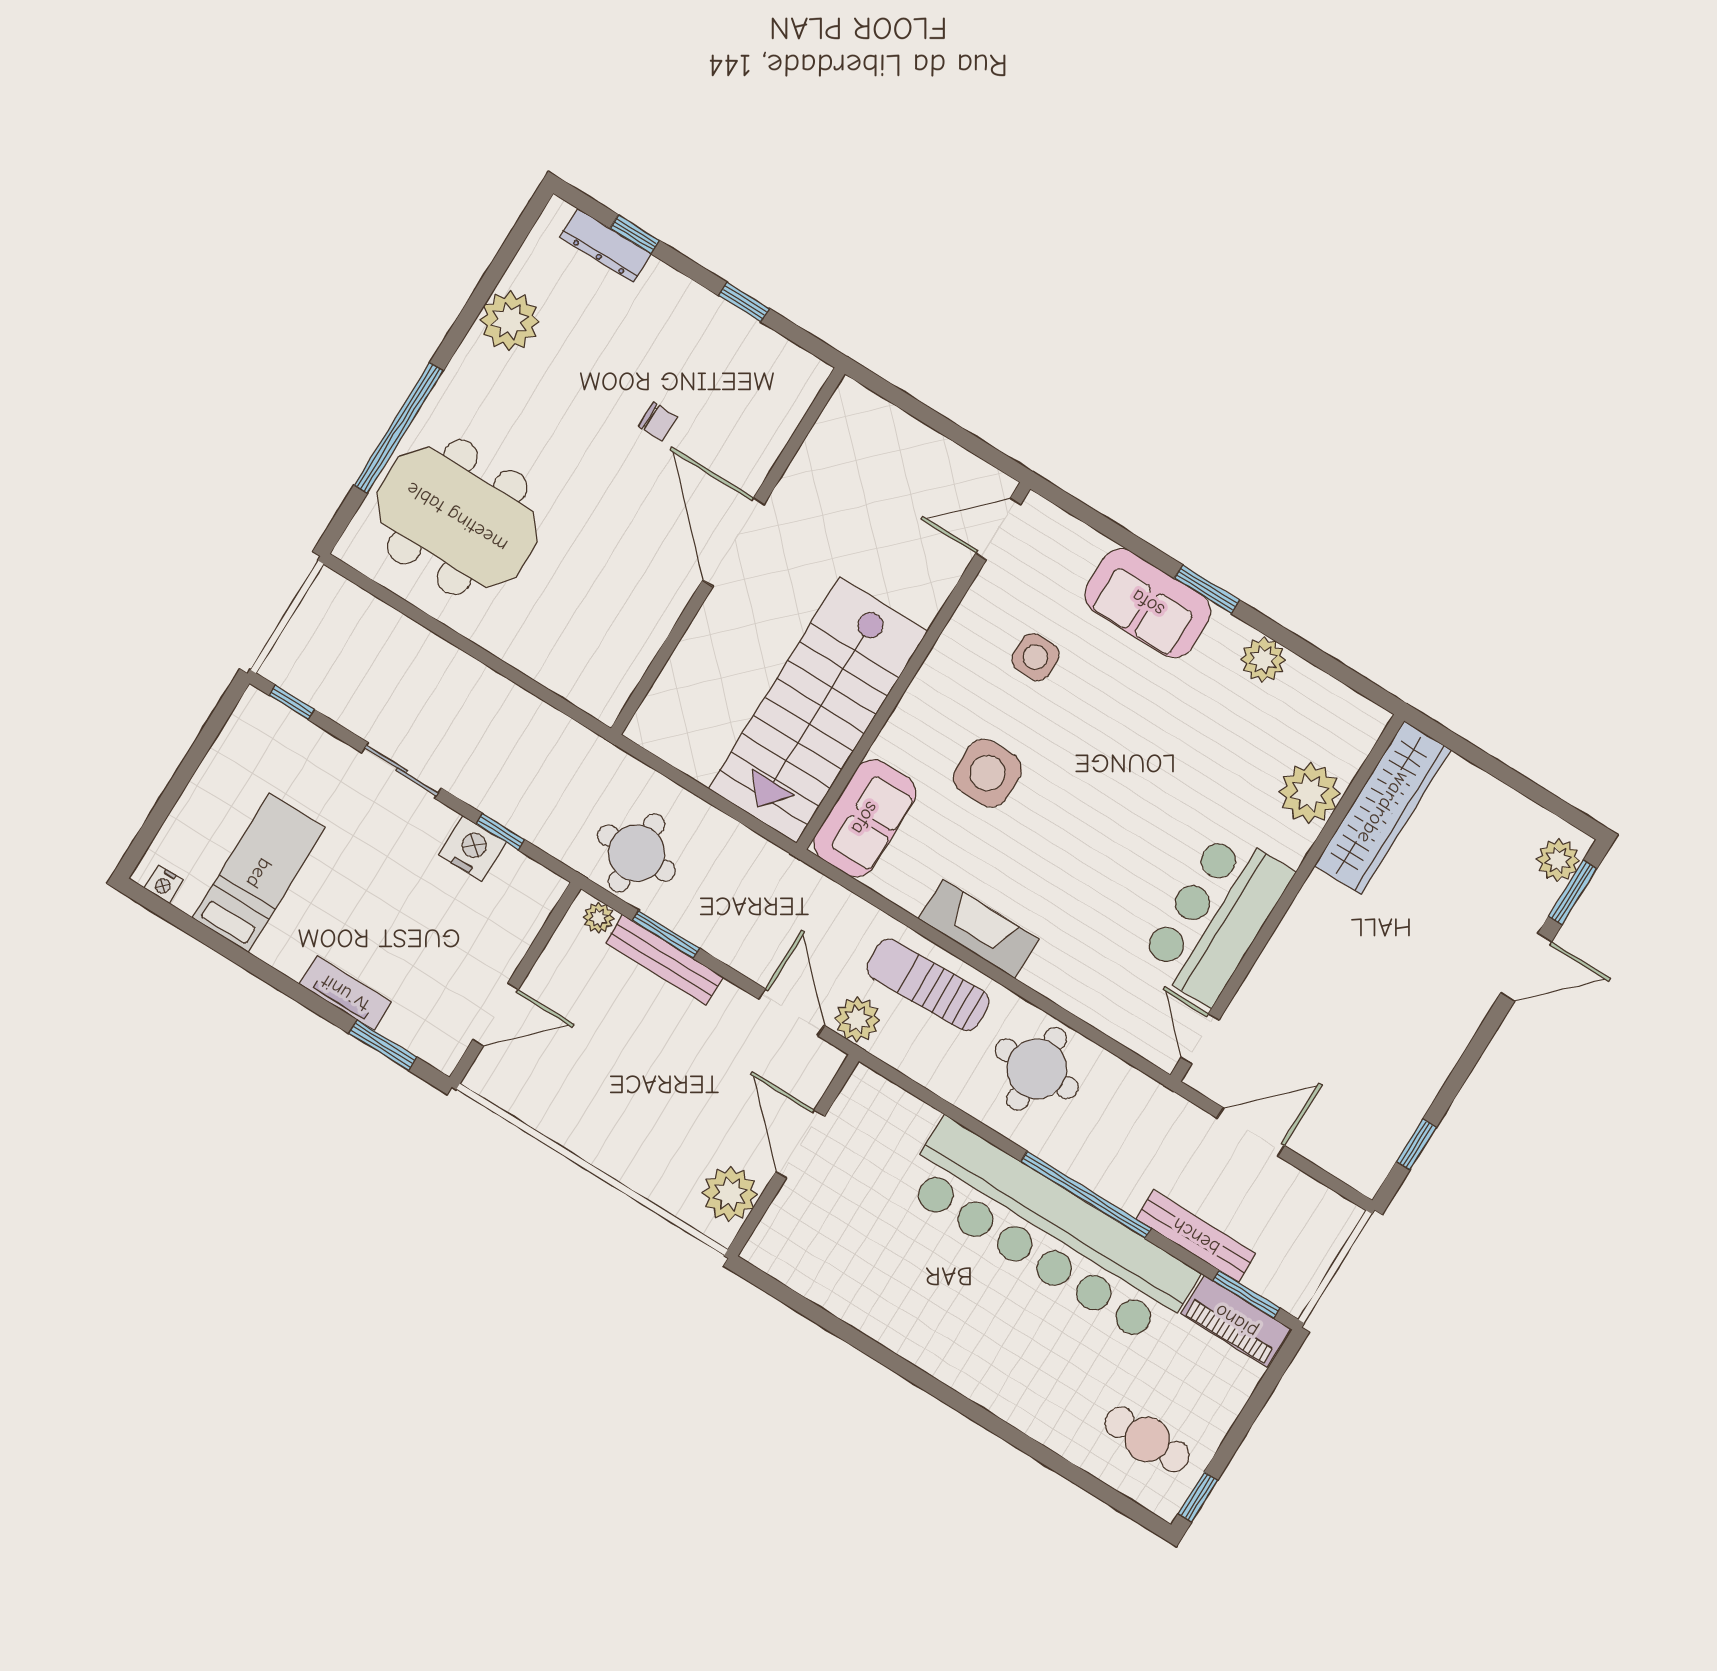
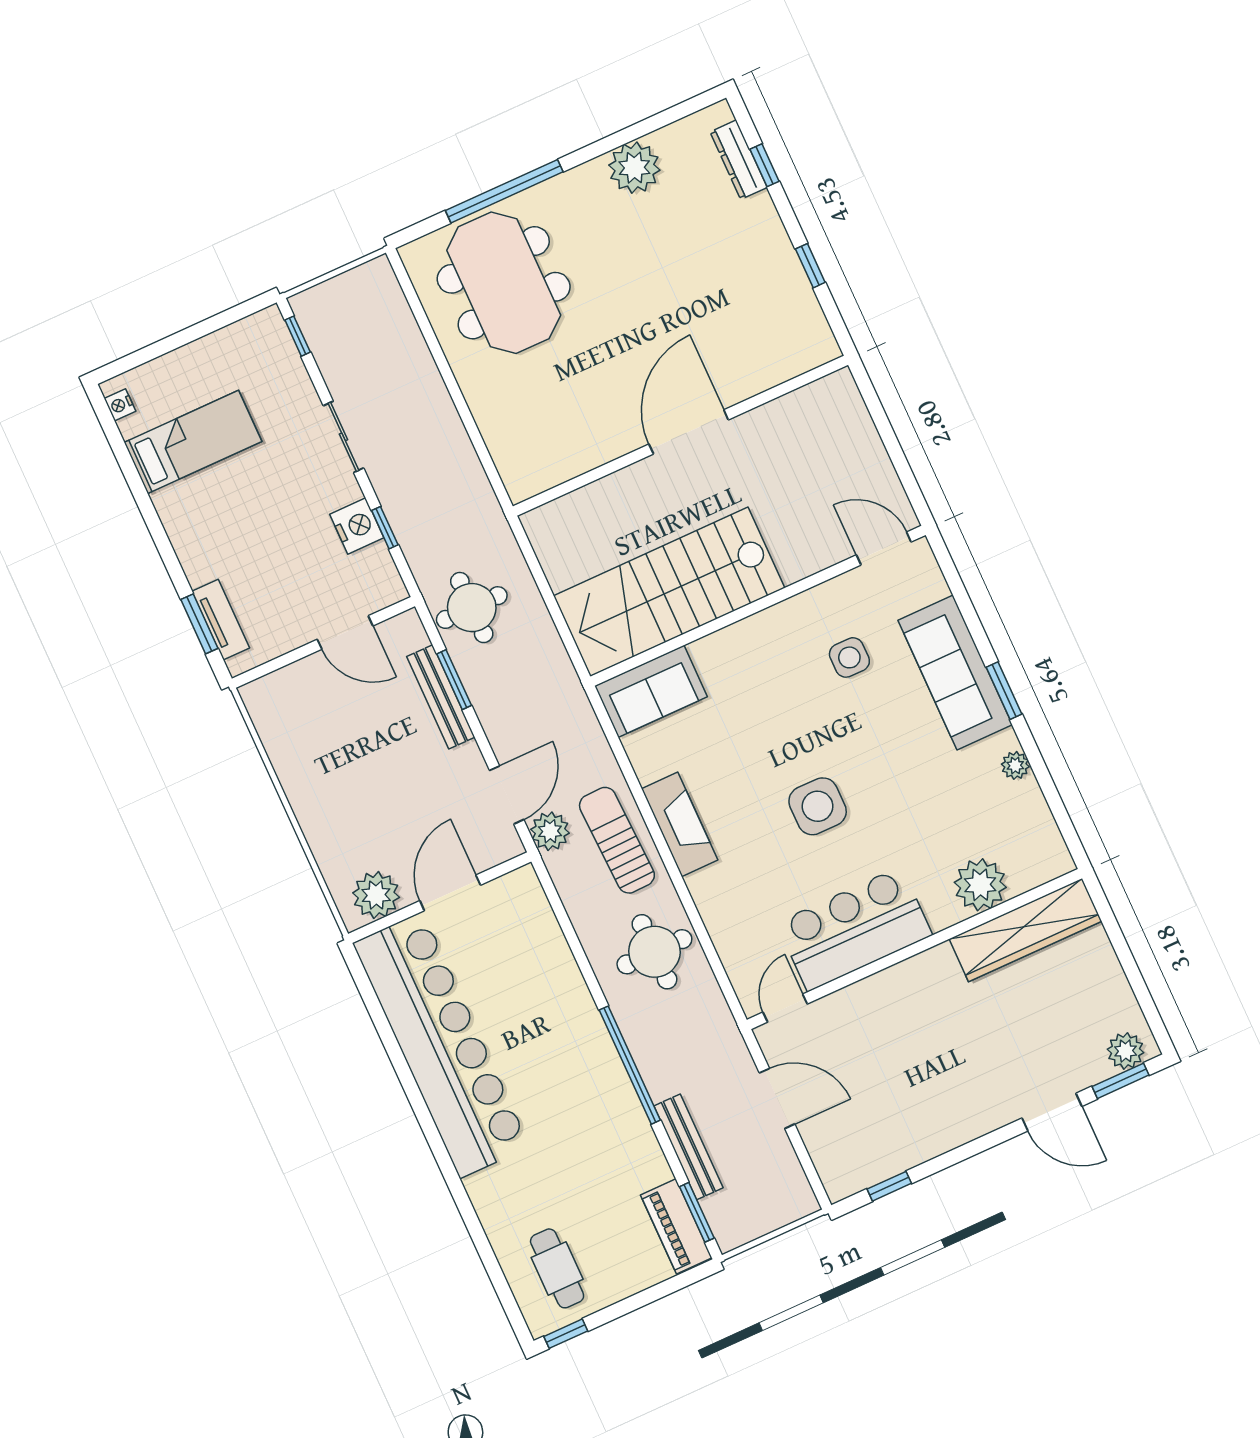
chair: (658, 422) -> (692, 310), removed
sofa: (1148, 603) -> (955, 673), width x1.36
plant: (1263, 660) -> (1015, 765), width x0.73, depth x0.73
side table: (987, 773) -> (818, 806), moved
plant: (599, 918) -> (414, 636), removed
tv unit: (345, 993) -> (221, 620), moved
door: (495, 1015) -> (345, 633), moved
bar counter: (1049, 1232) -> (441, 1045), moved, turned 180

